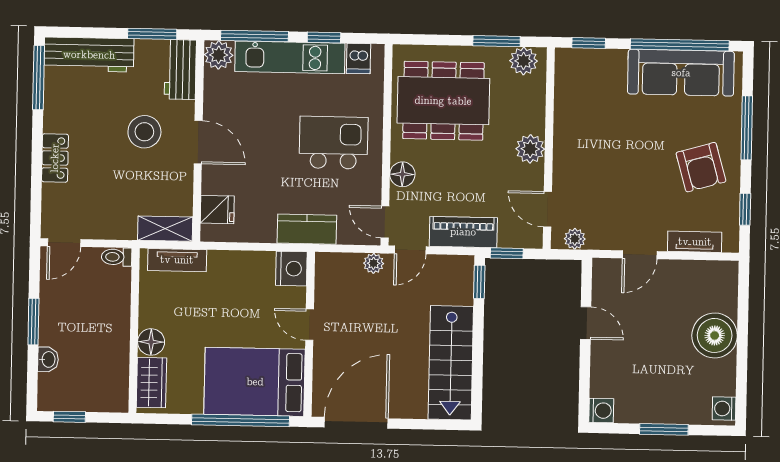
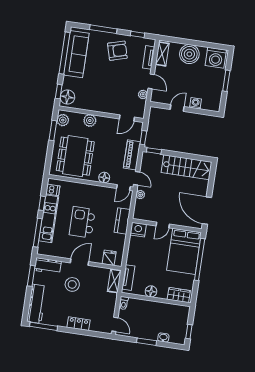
plant: (219, 55) -> (44, 249), removed
floor lamp: (579, 65) -> (67, 97), added
kitchen island: (334, 143) -> (82, 222), moved
plant: (530, 149) -> (90, 120), moved
plant: (575, 239) -> (143, 94), moved
shelving: (707, 272) -> (162, 54), added
floor lamp: (151, 342) -> (151, 291), moved
washing machine: (724, 409) -> (216, 58), width x1.89, depth x1.89
washing machine: (601, 411) -> (195, 103), moved

